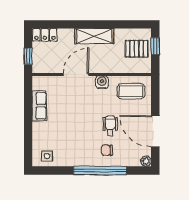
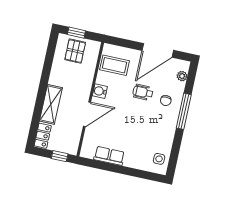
shelving: (94, 36) -> (51, 104), moved
door: (76, 74) -> (87, 114), swing flipped
coffee table: (131, 91) -> (115, 65), turned 90
plant: (146, 161) -> (182, 76), moved
window: (100, 170) -> (184, 111), width x0.68

